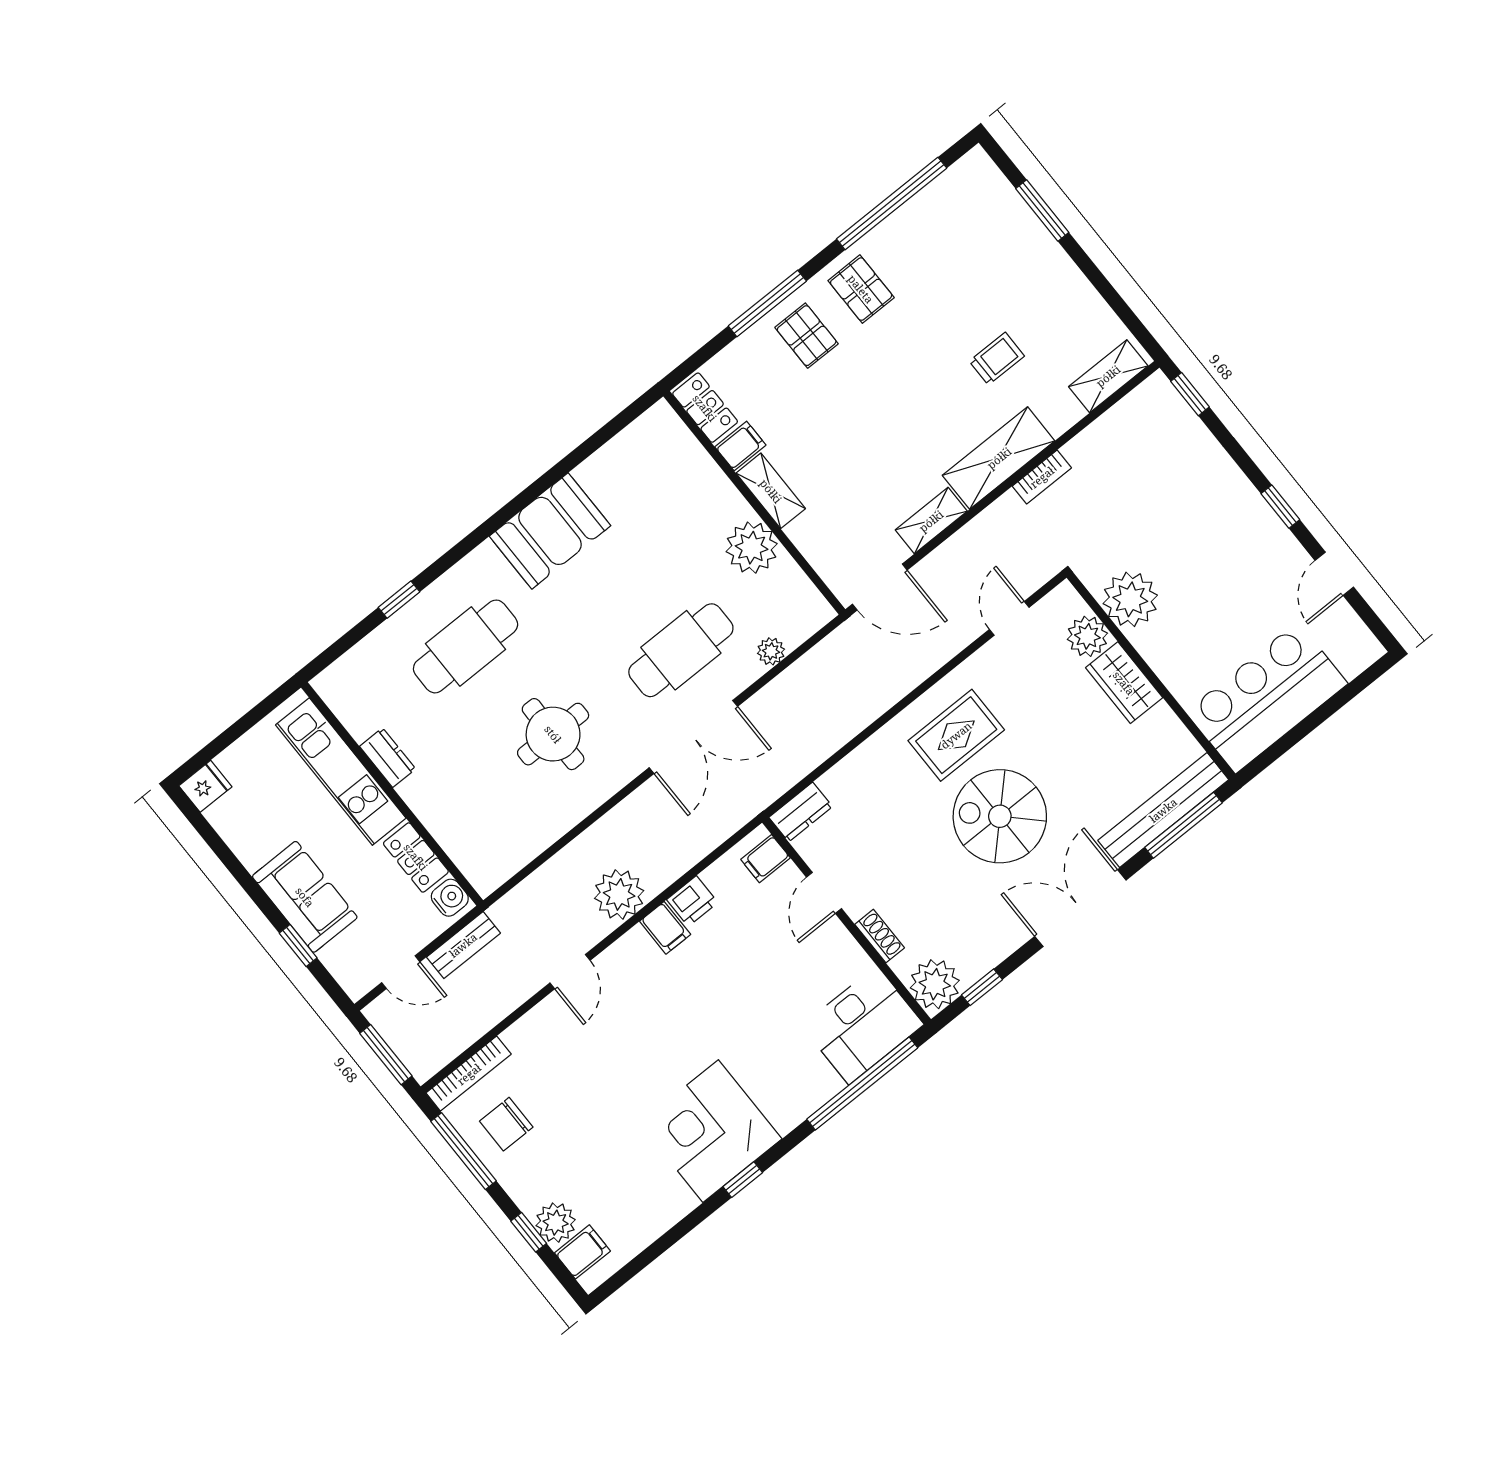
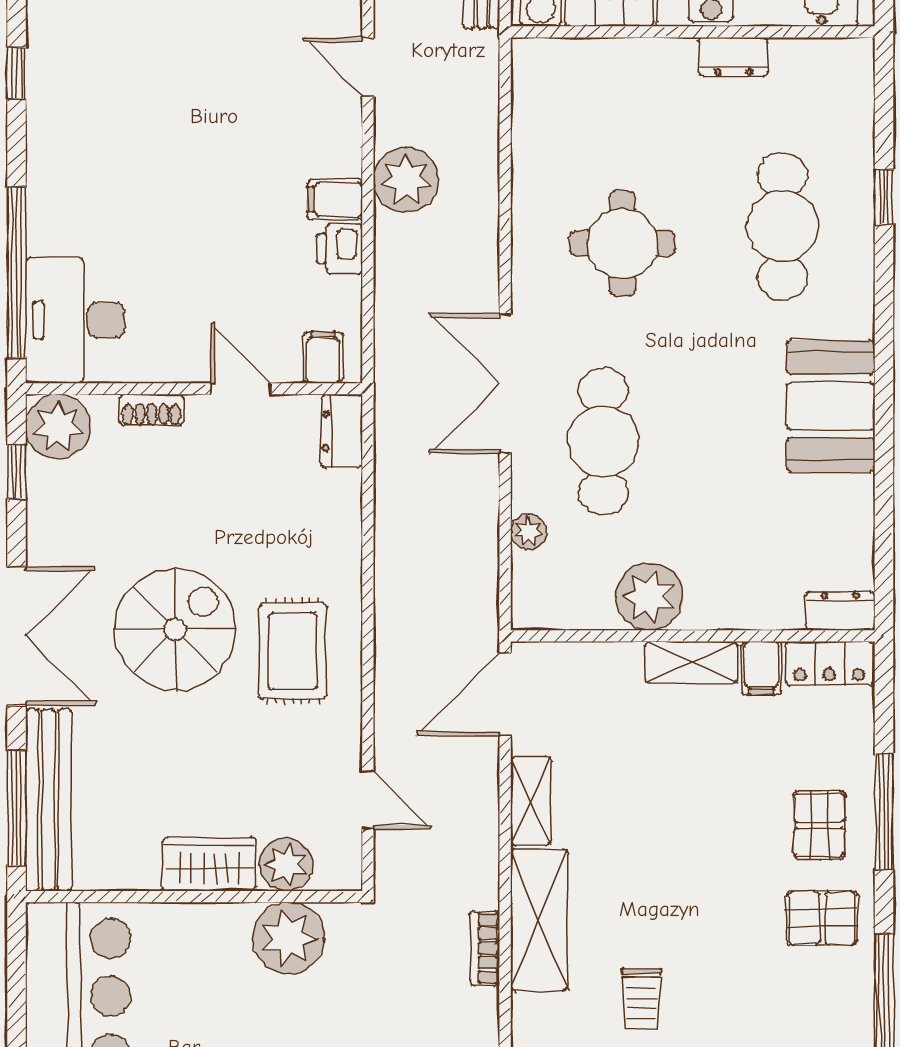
pallet: (807, 336) -> (820, 825), turned 90
dresser: (668, 426) -> (840, 611), added
corner desk: (711, 1131) -> (92, 80), removed

